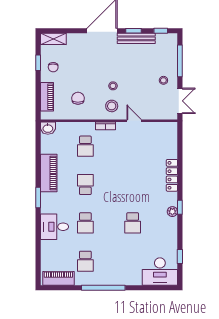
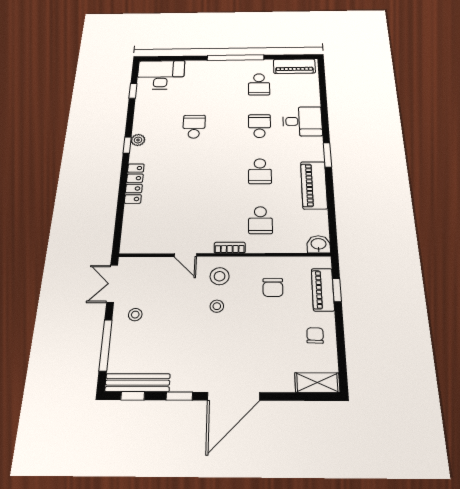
bench: (136, 38) -> (138, 383), moved
window: (38, 63) -> (337, 290), moved
school desk: (85, 146) -> (260, 220), turned 180
school desk: (85, 261) -> (259, 84), turned 180

